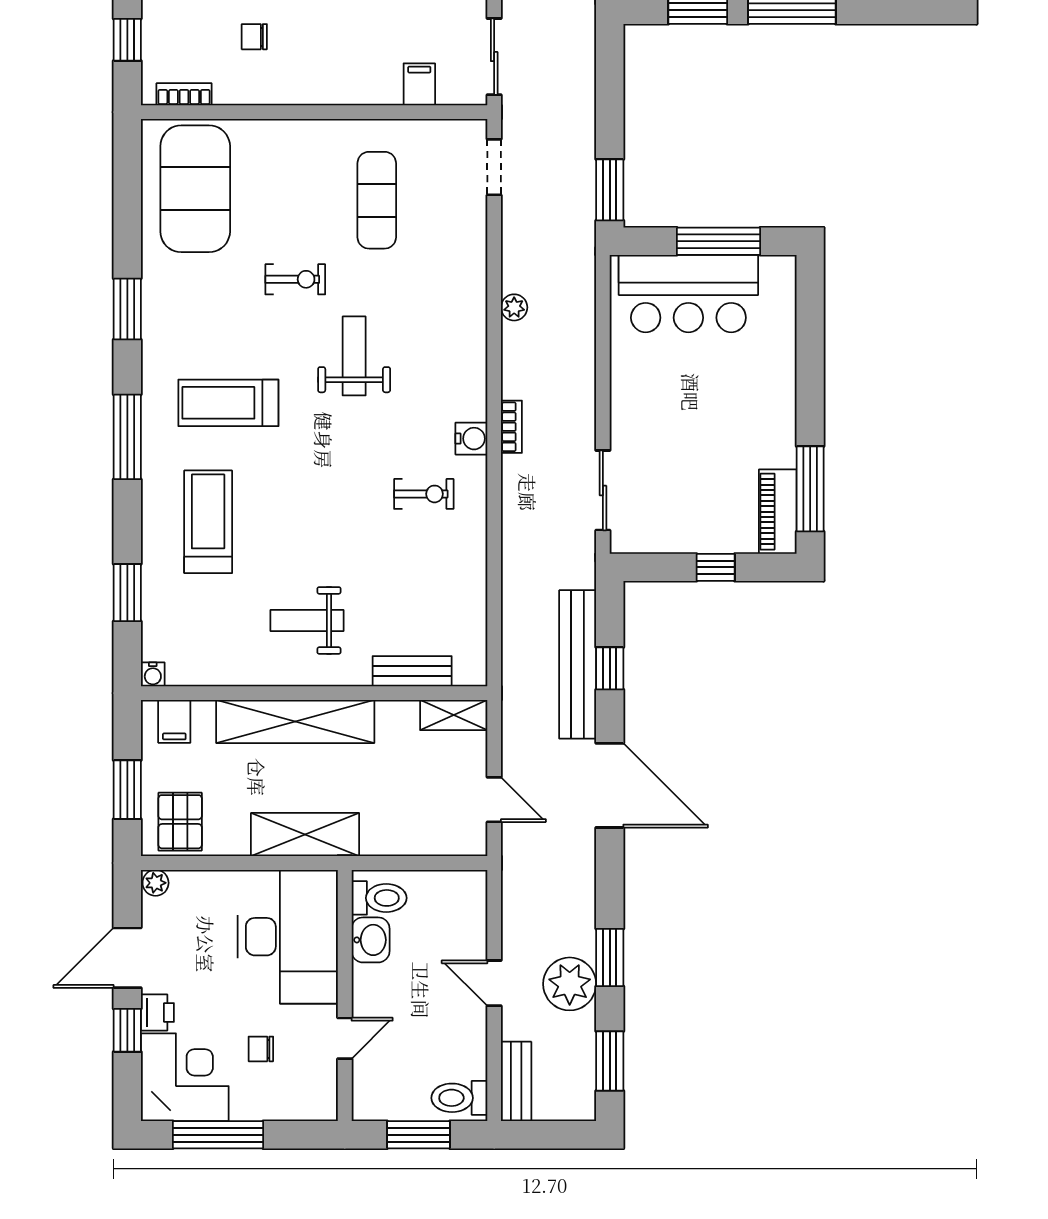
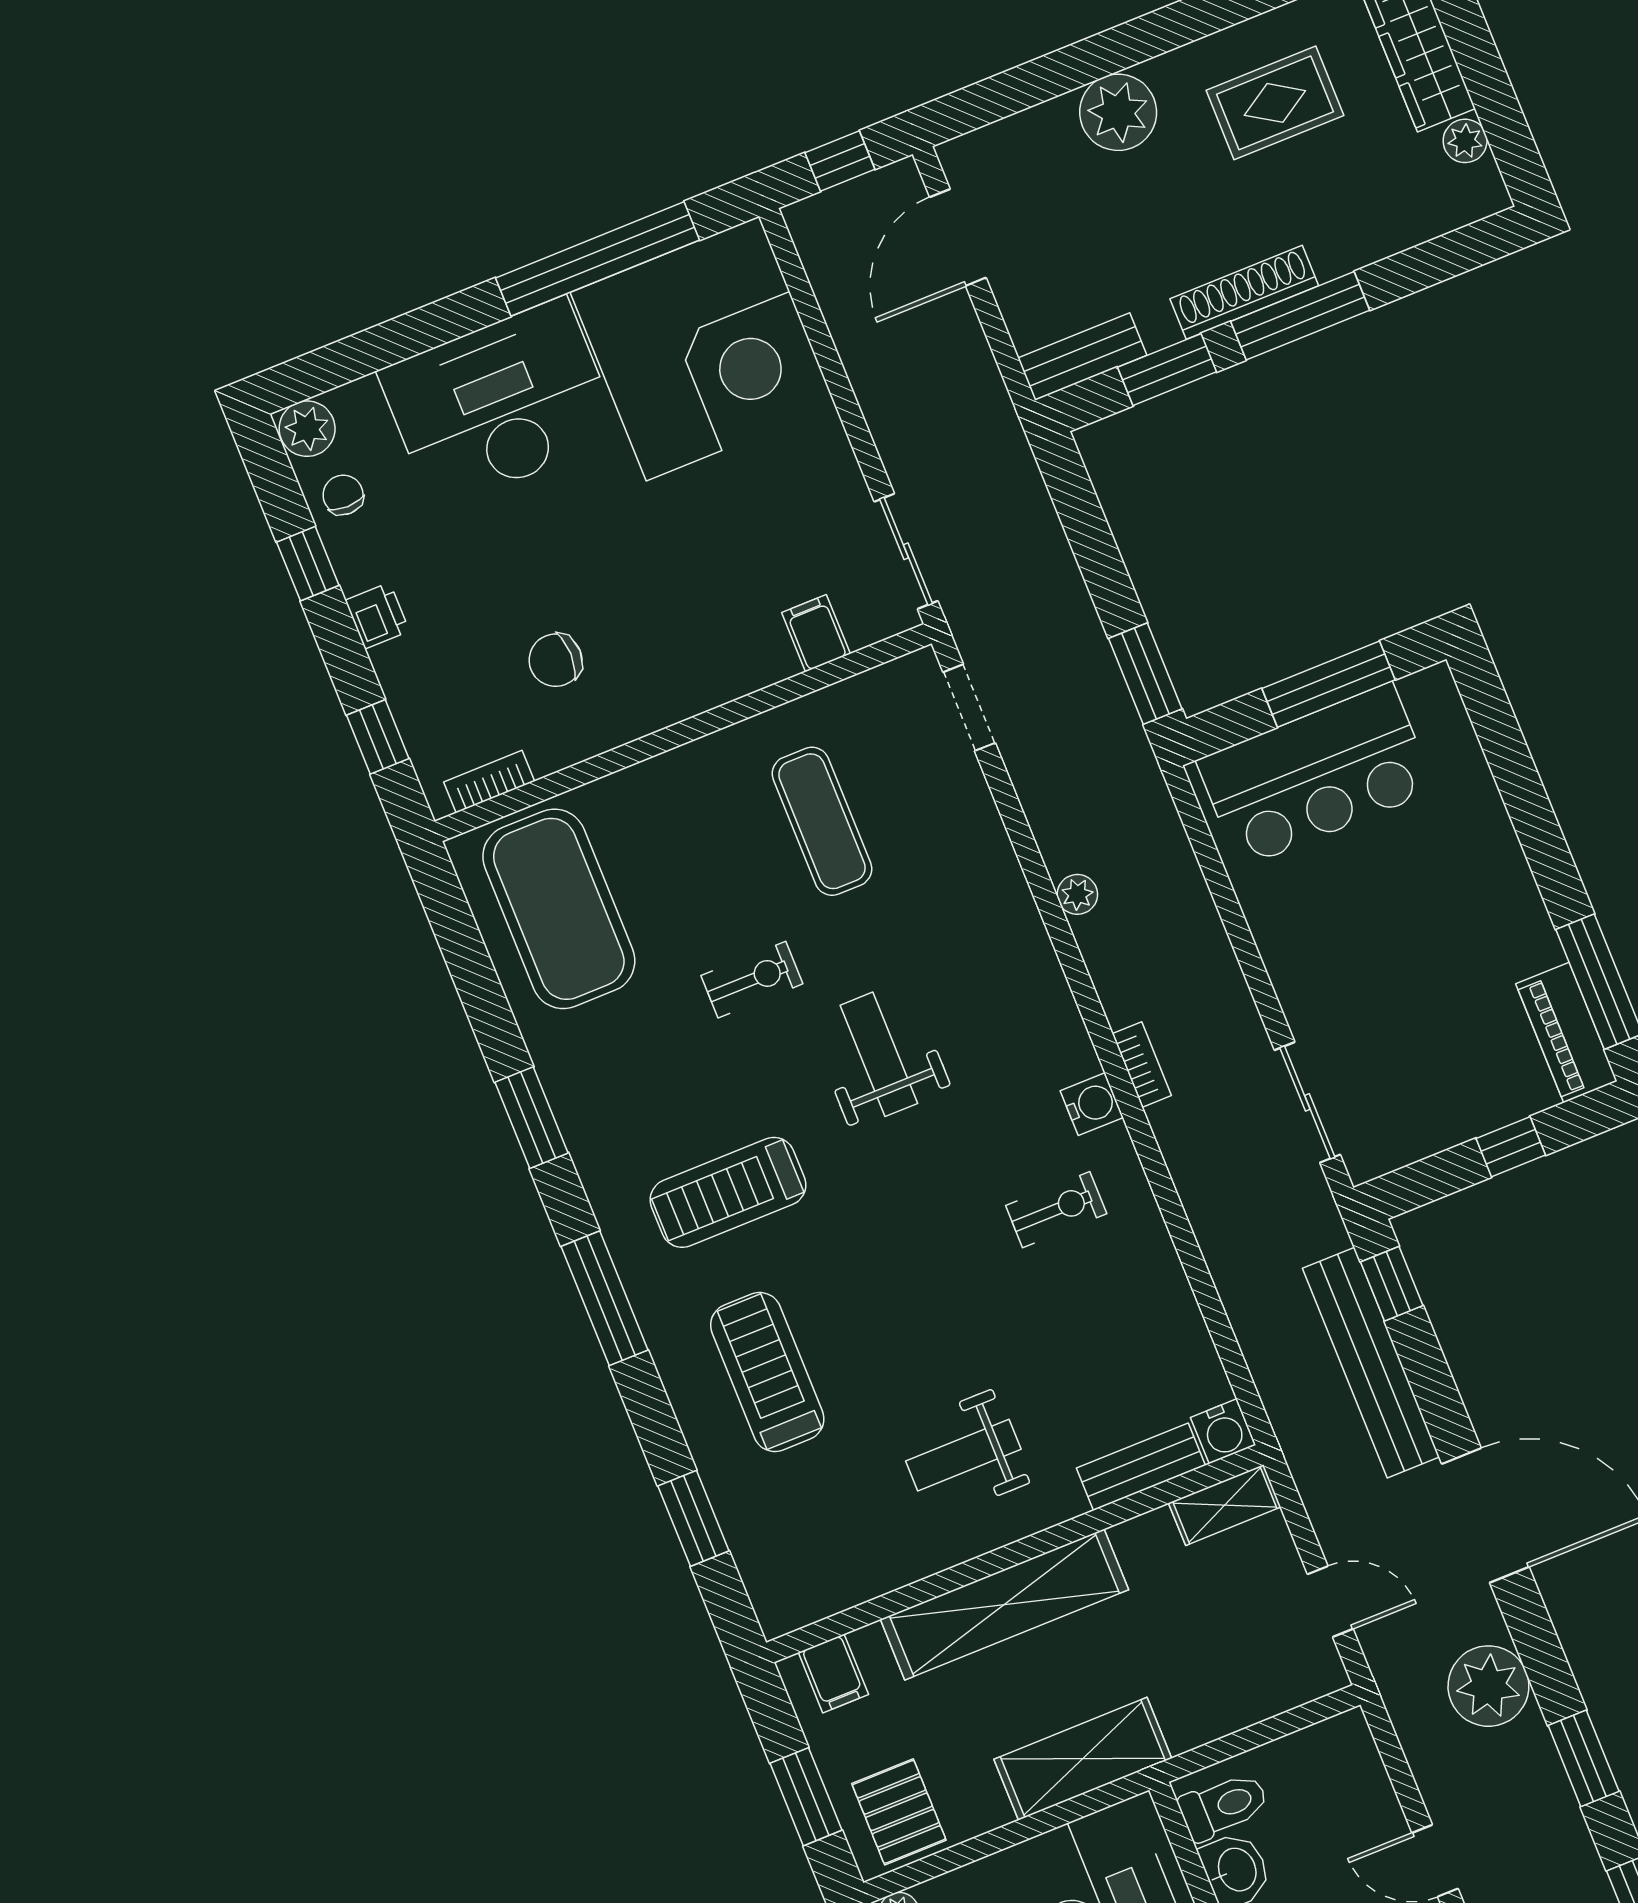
chair: (254, 37) -> (556, 660), width x1.37, depth x1.37
window: (610, 668) -> (1392, 1284), moved
water cooler: (153, 674) -> (1223, 1431), moved, width x1.38, depth x1.38
plant: (570, 984) -> (1488, 1686), moved

